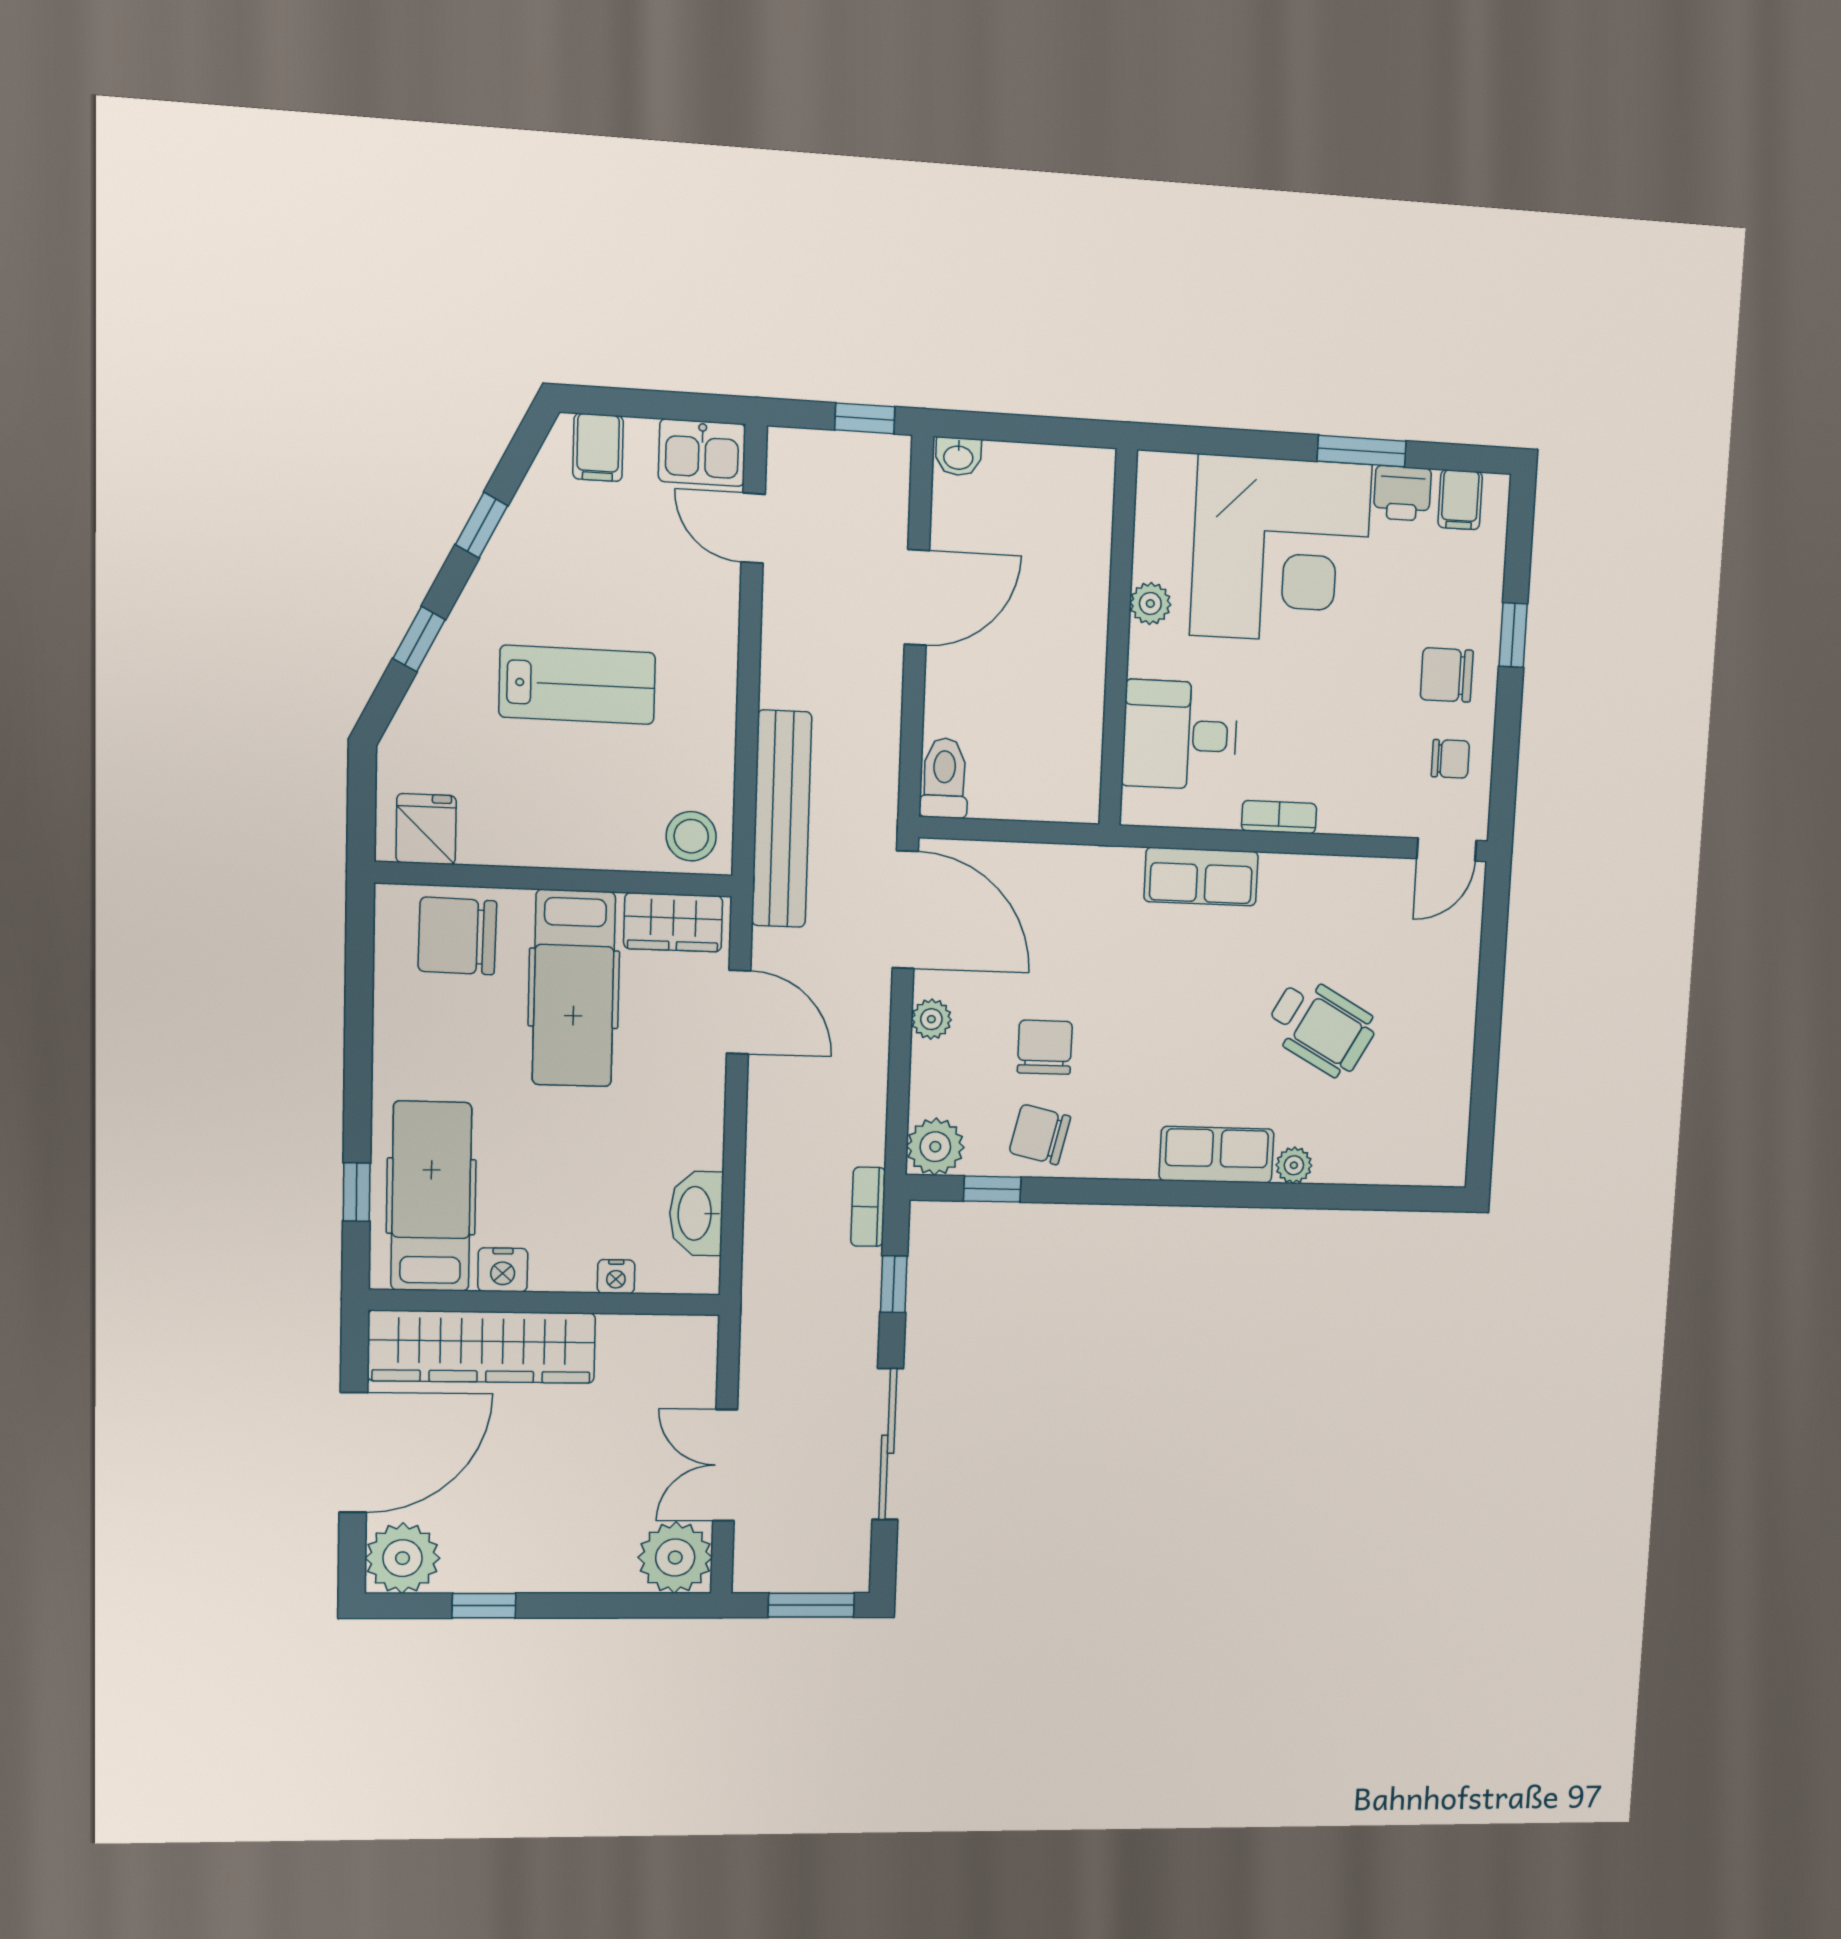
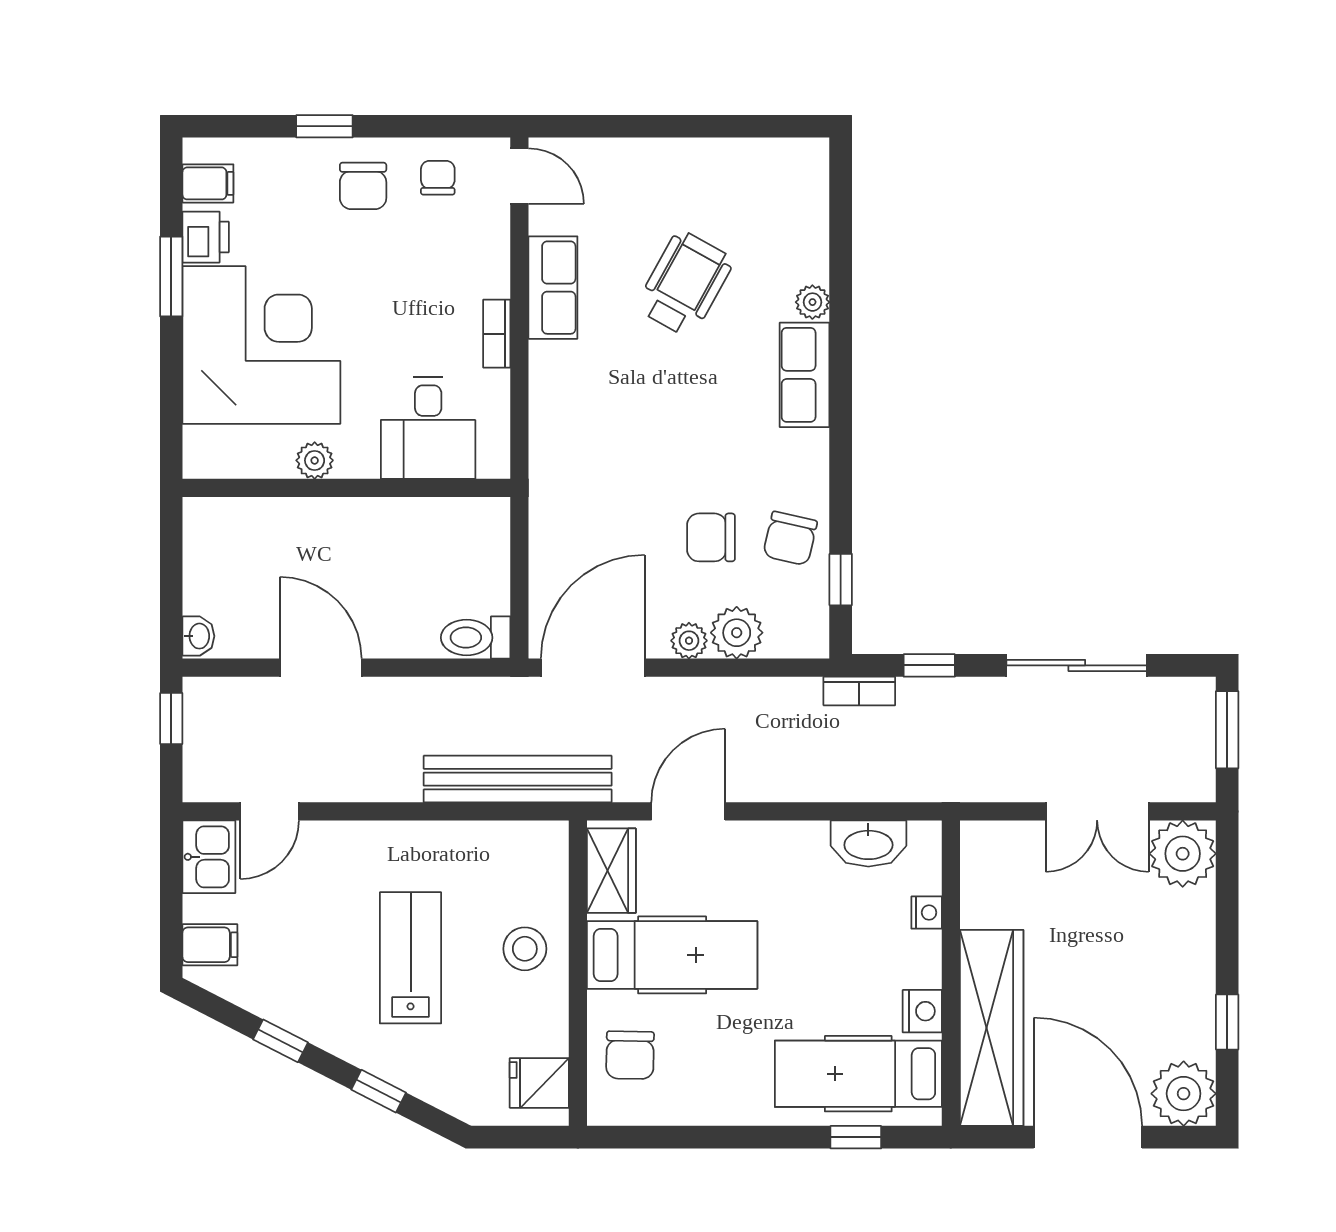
stool: (691, 836) -> (525, 949), moved
row of seats: (1201, 877) -> (553, 288), moved
chair: (457, 936) -> (630, 1055), width x0.73, depth x0.73
plant: (935, 1147) -> (737, 633), moved

